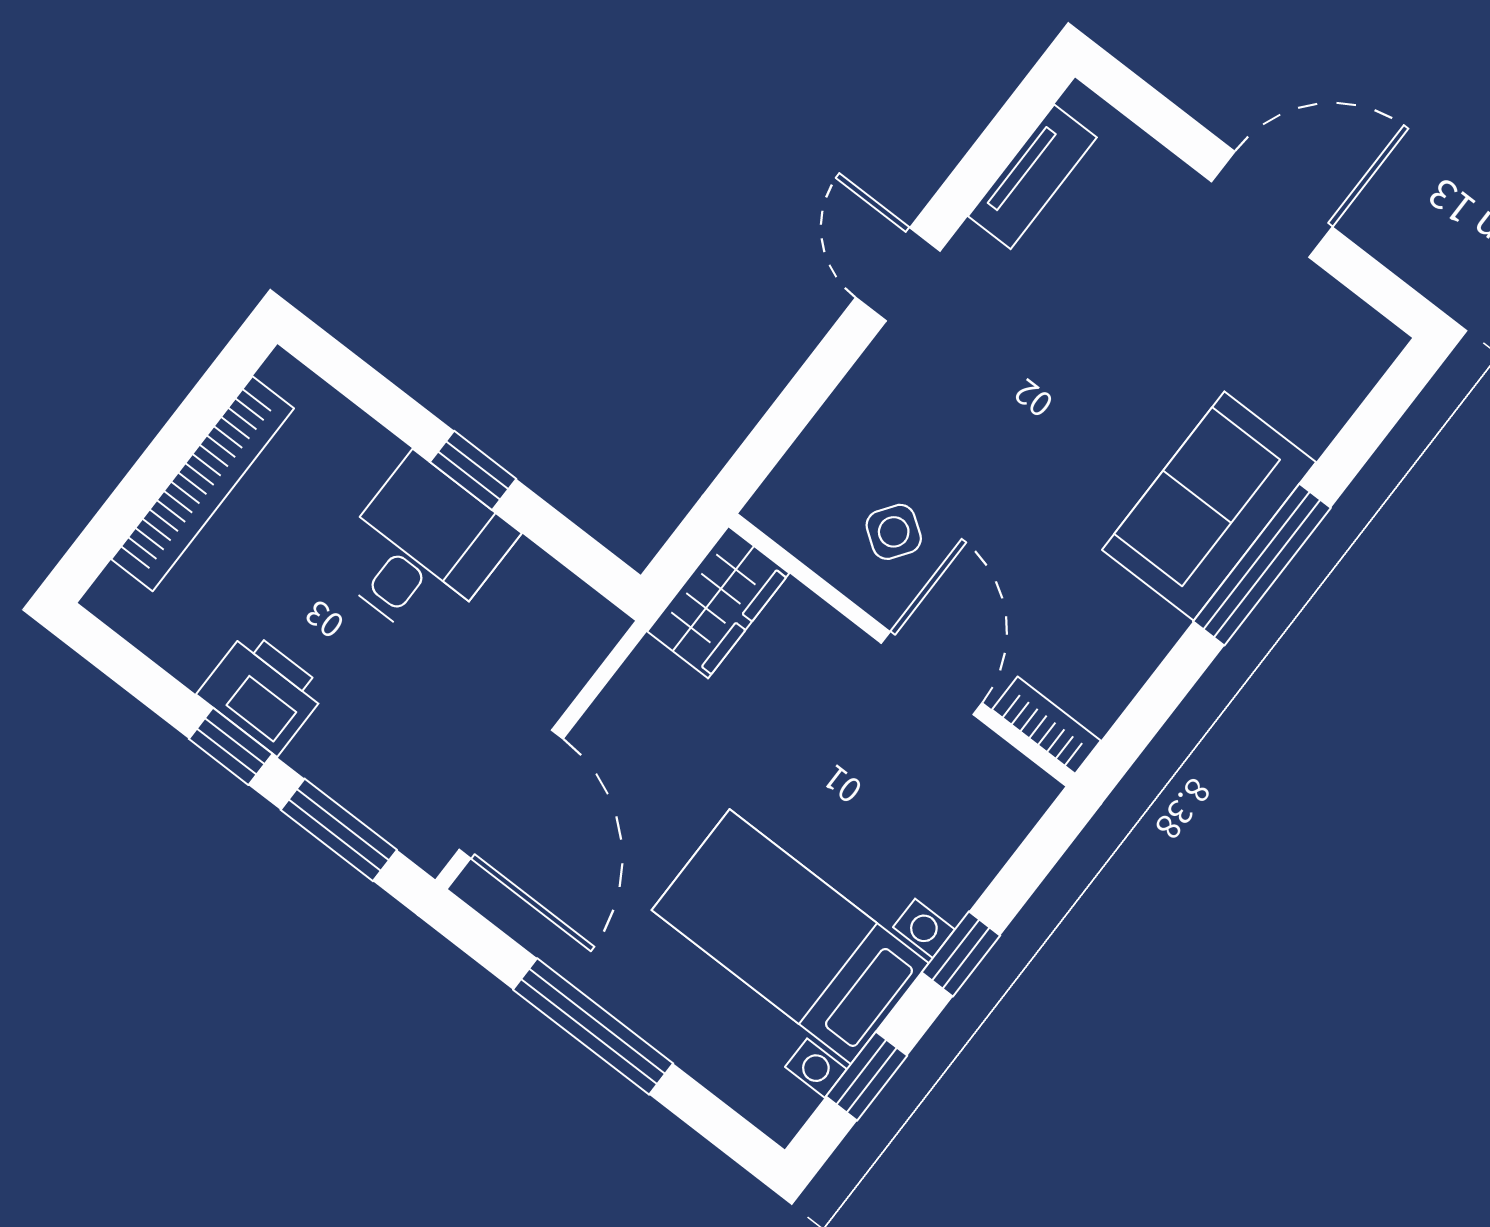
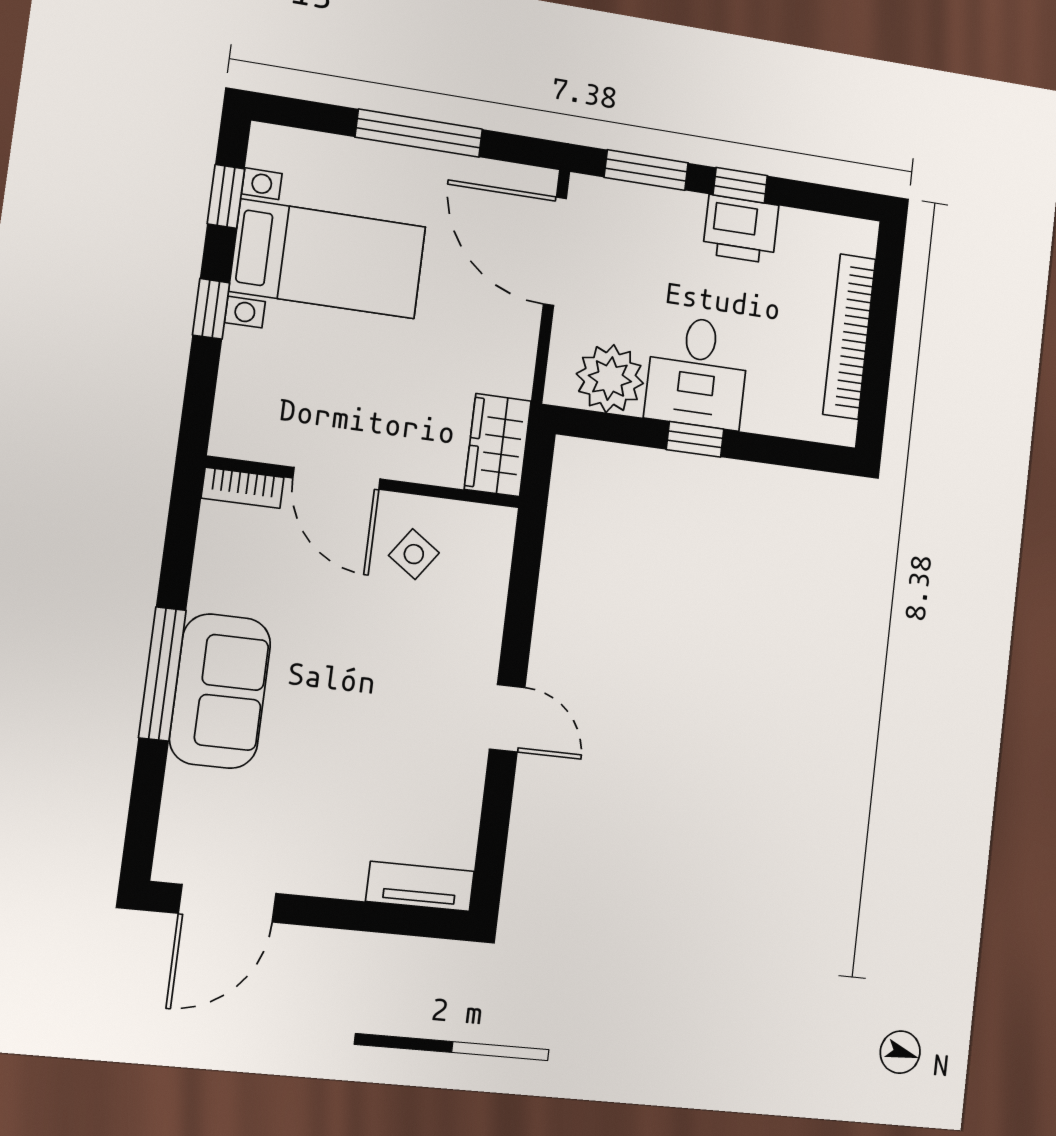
tv unit: (1032, 177) -> (420, 886), moved, turned 90
door: (1272, 204) -> (227, 903), moved
plant: (535, 604) -> (610, 379), added

